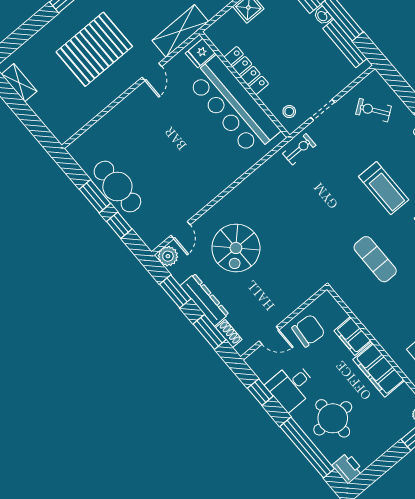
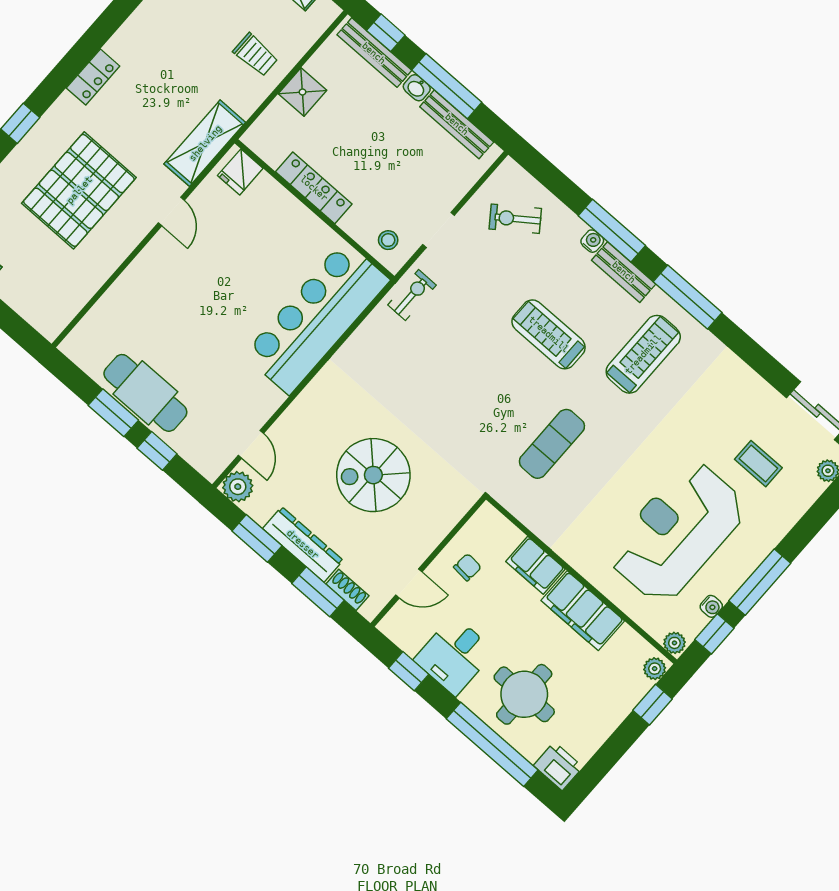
bar counter: (233, 106) -> (317, 317), moved, turned 90
treadmill: (384, 188) -> (549, 334), turned 180
spiral stairs: (236, 248) -> (373, 475), moved, turned 90
exercise mat: (375, 259) -> (552, 444), turned 90
chair: (308, 331) -> (467, 567), width x0.54, depth x0.54

